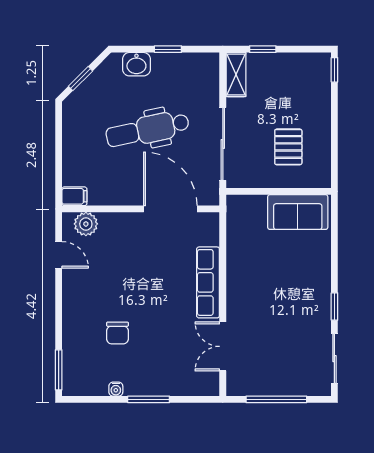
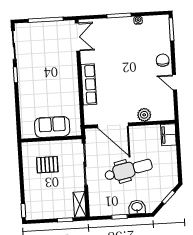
pallet: (288, 147) -> (47, 165), turned 90
filing cabinet: (74, 196) -> (168, 135), width x2.00
sofa: (298, 212) -> (52, 127), moved
plant: (86, 224) -> (144, 115), moved
door: (59, 255) -> (175, 82), moved
chair: (117, 333) -> (163, 60), moved
double door: (223, 346) -> (78, 37), moved

